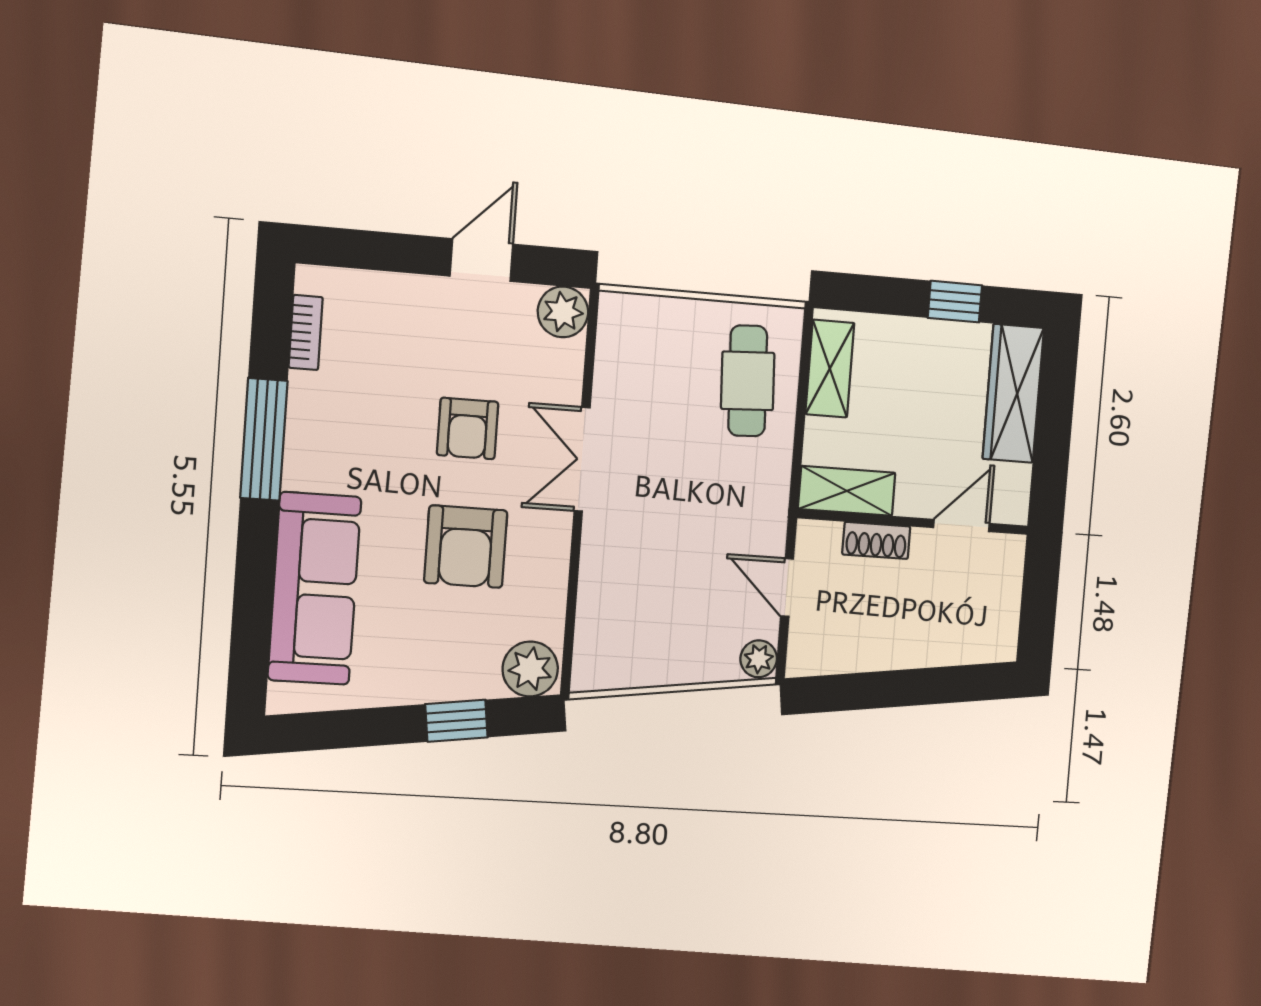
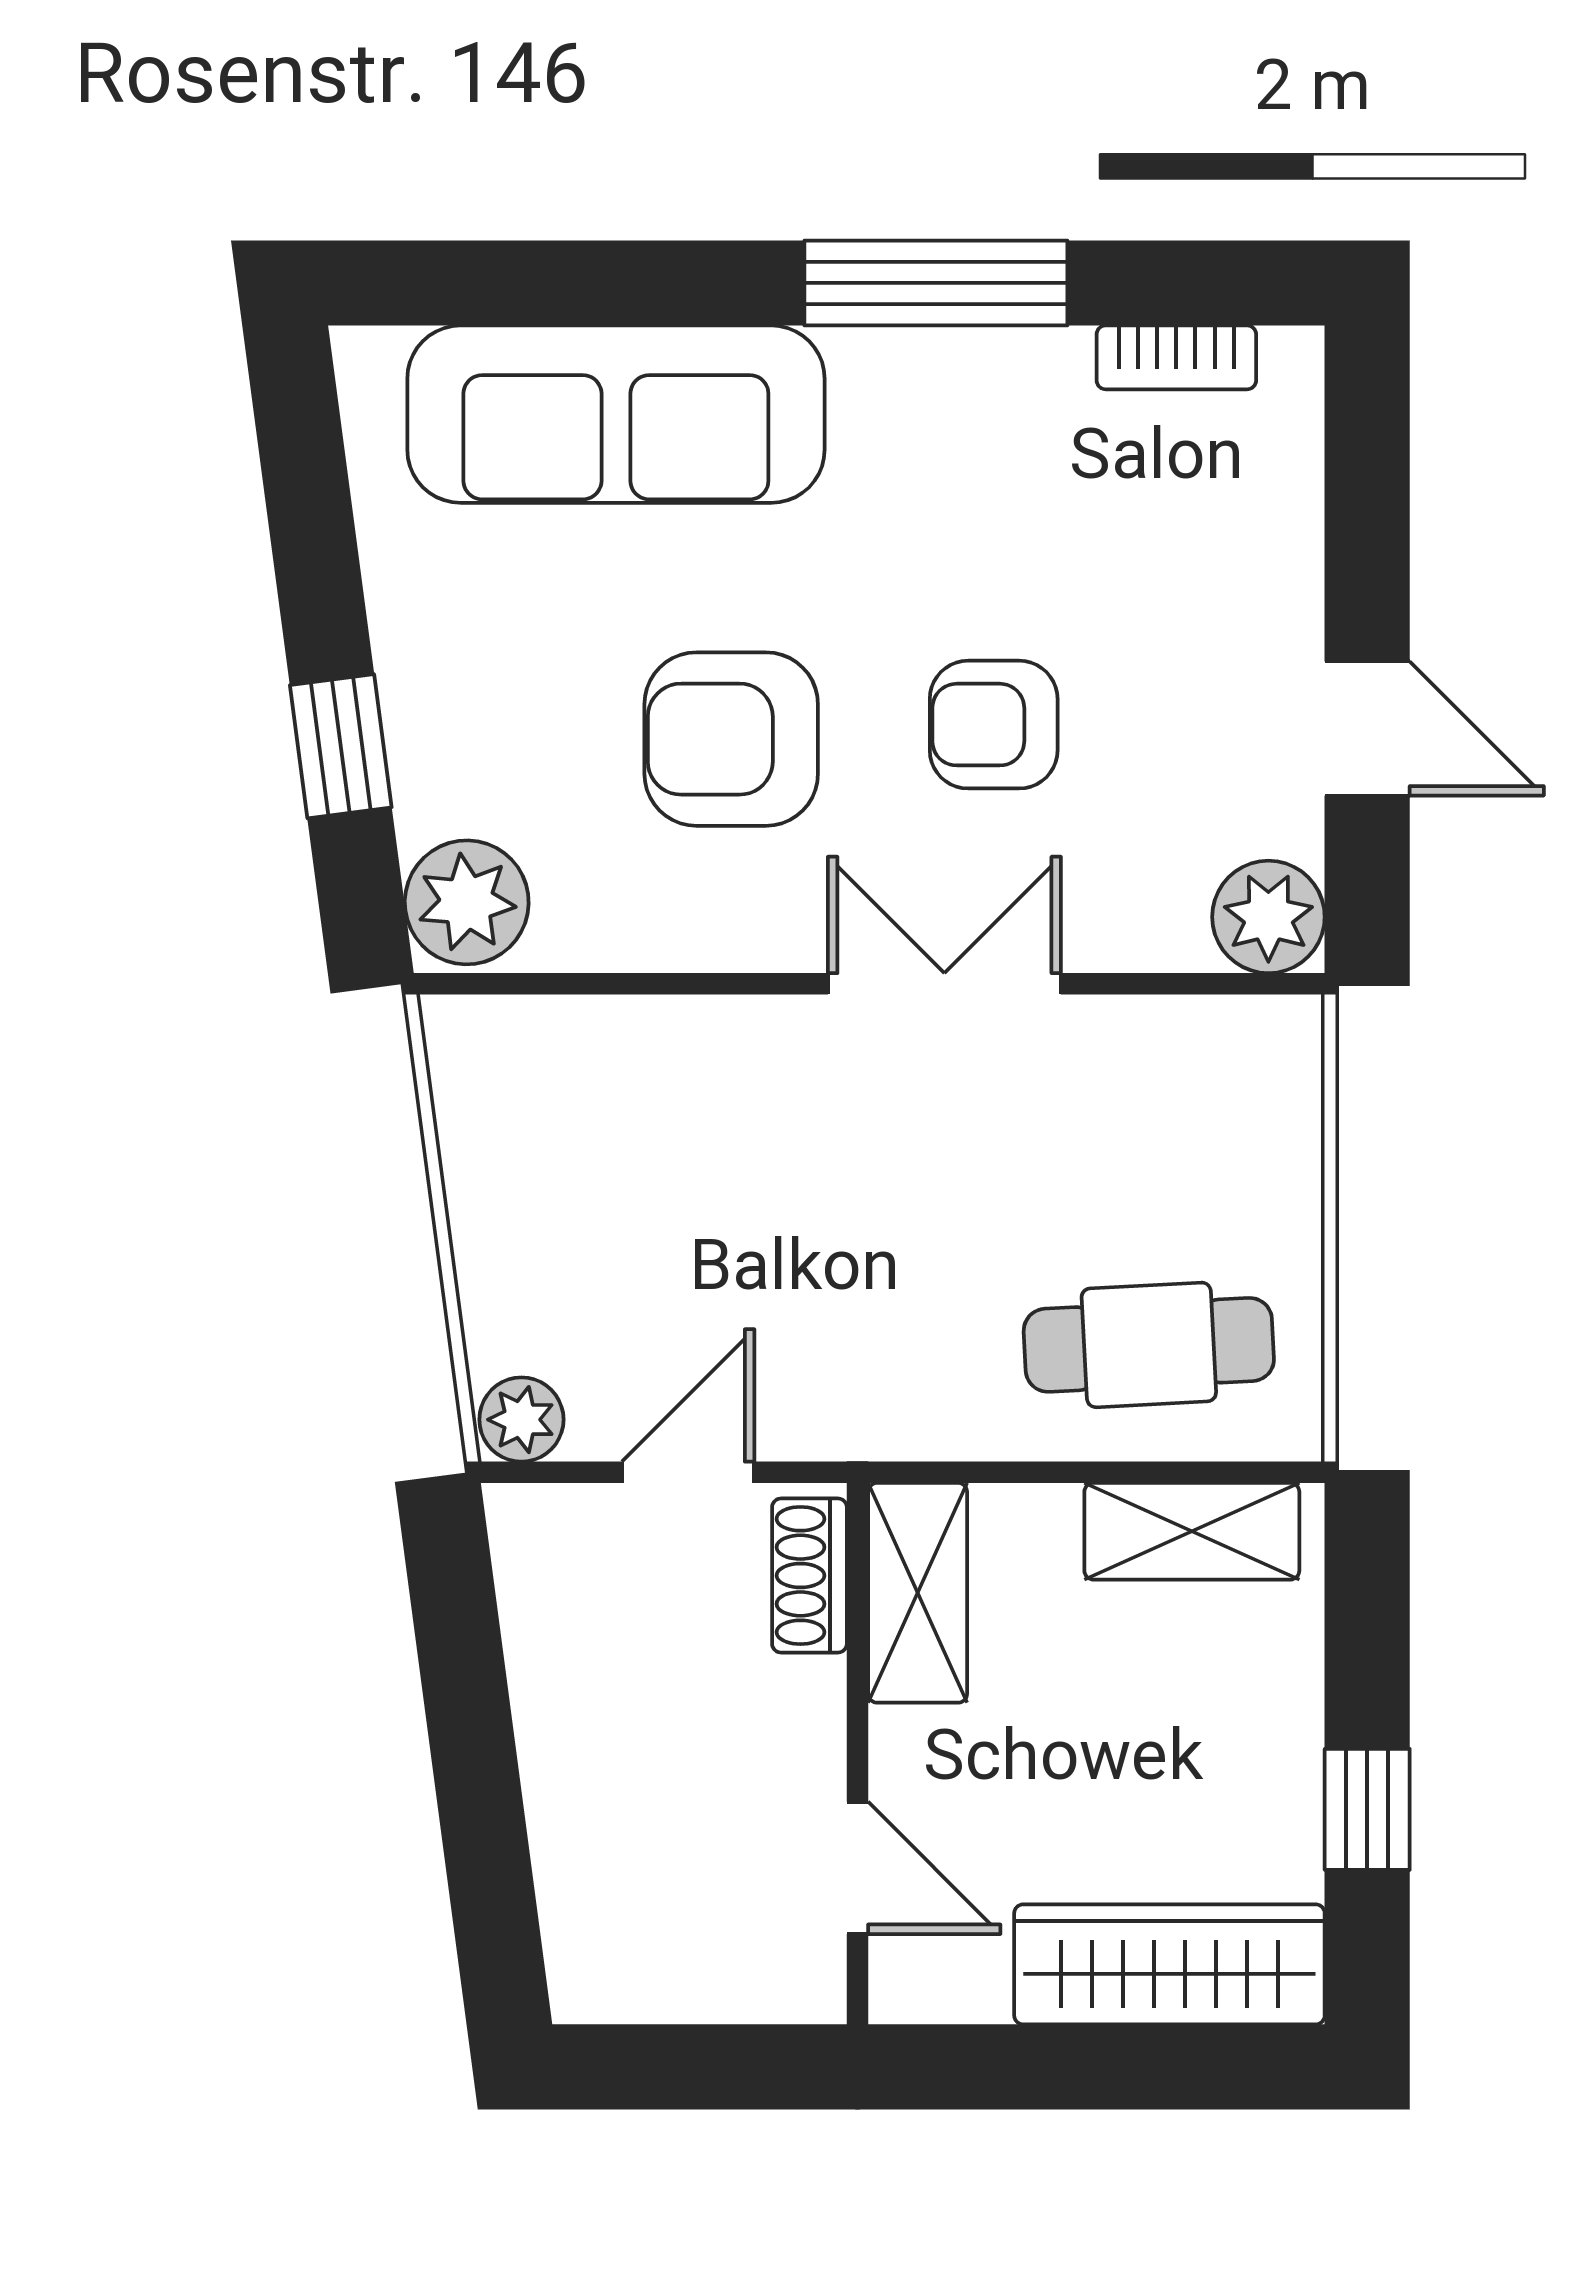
shoe rack: (876, 540) -> (809, 1576), moved

